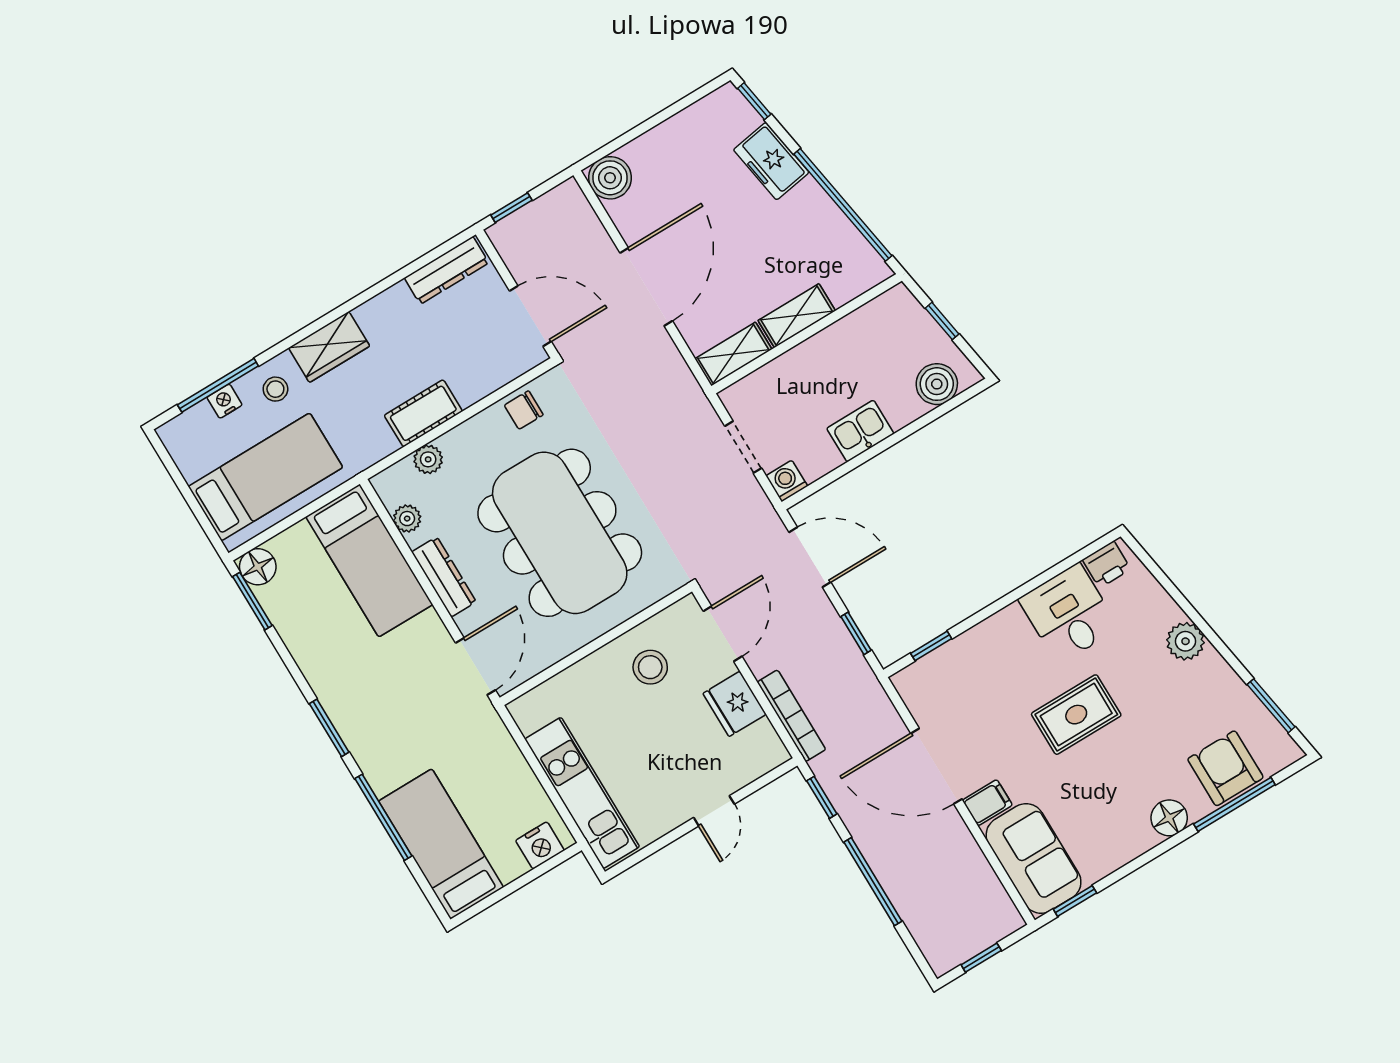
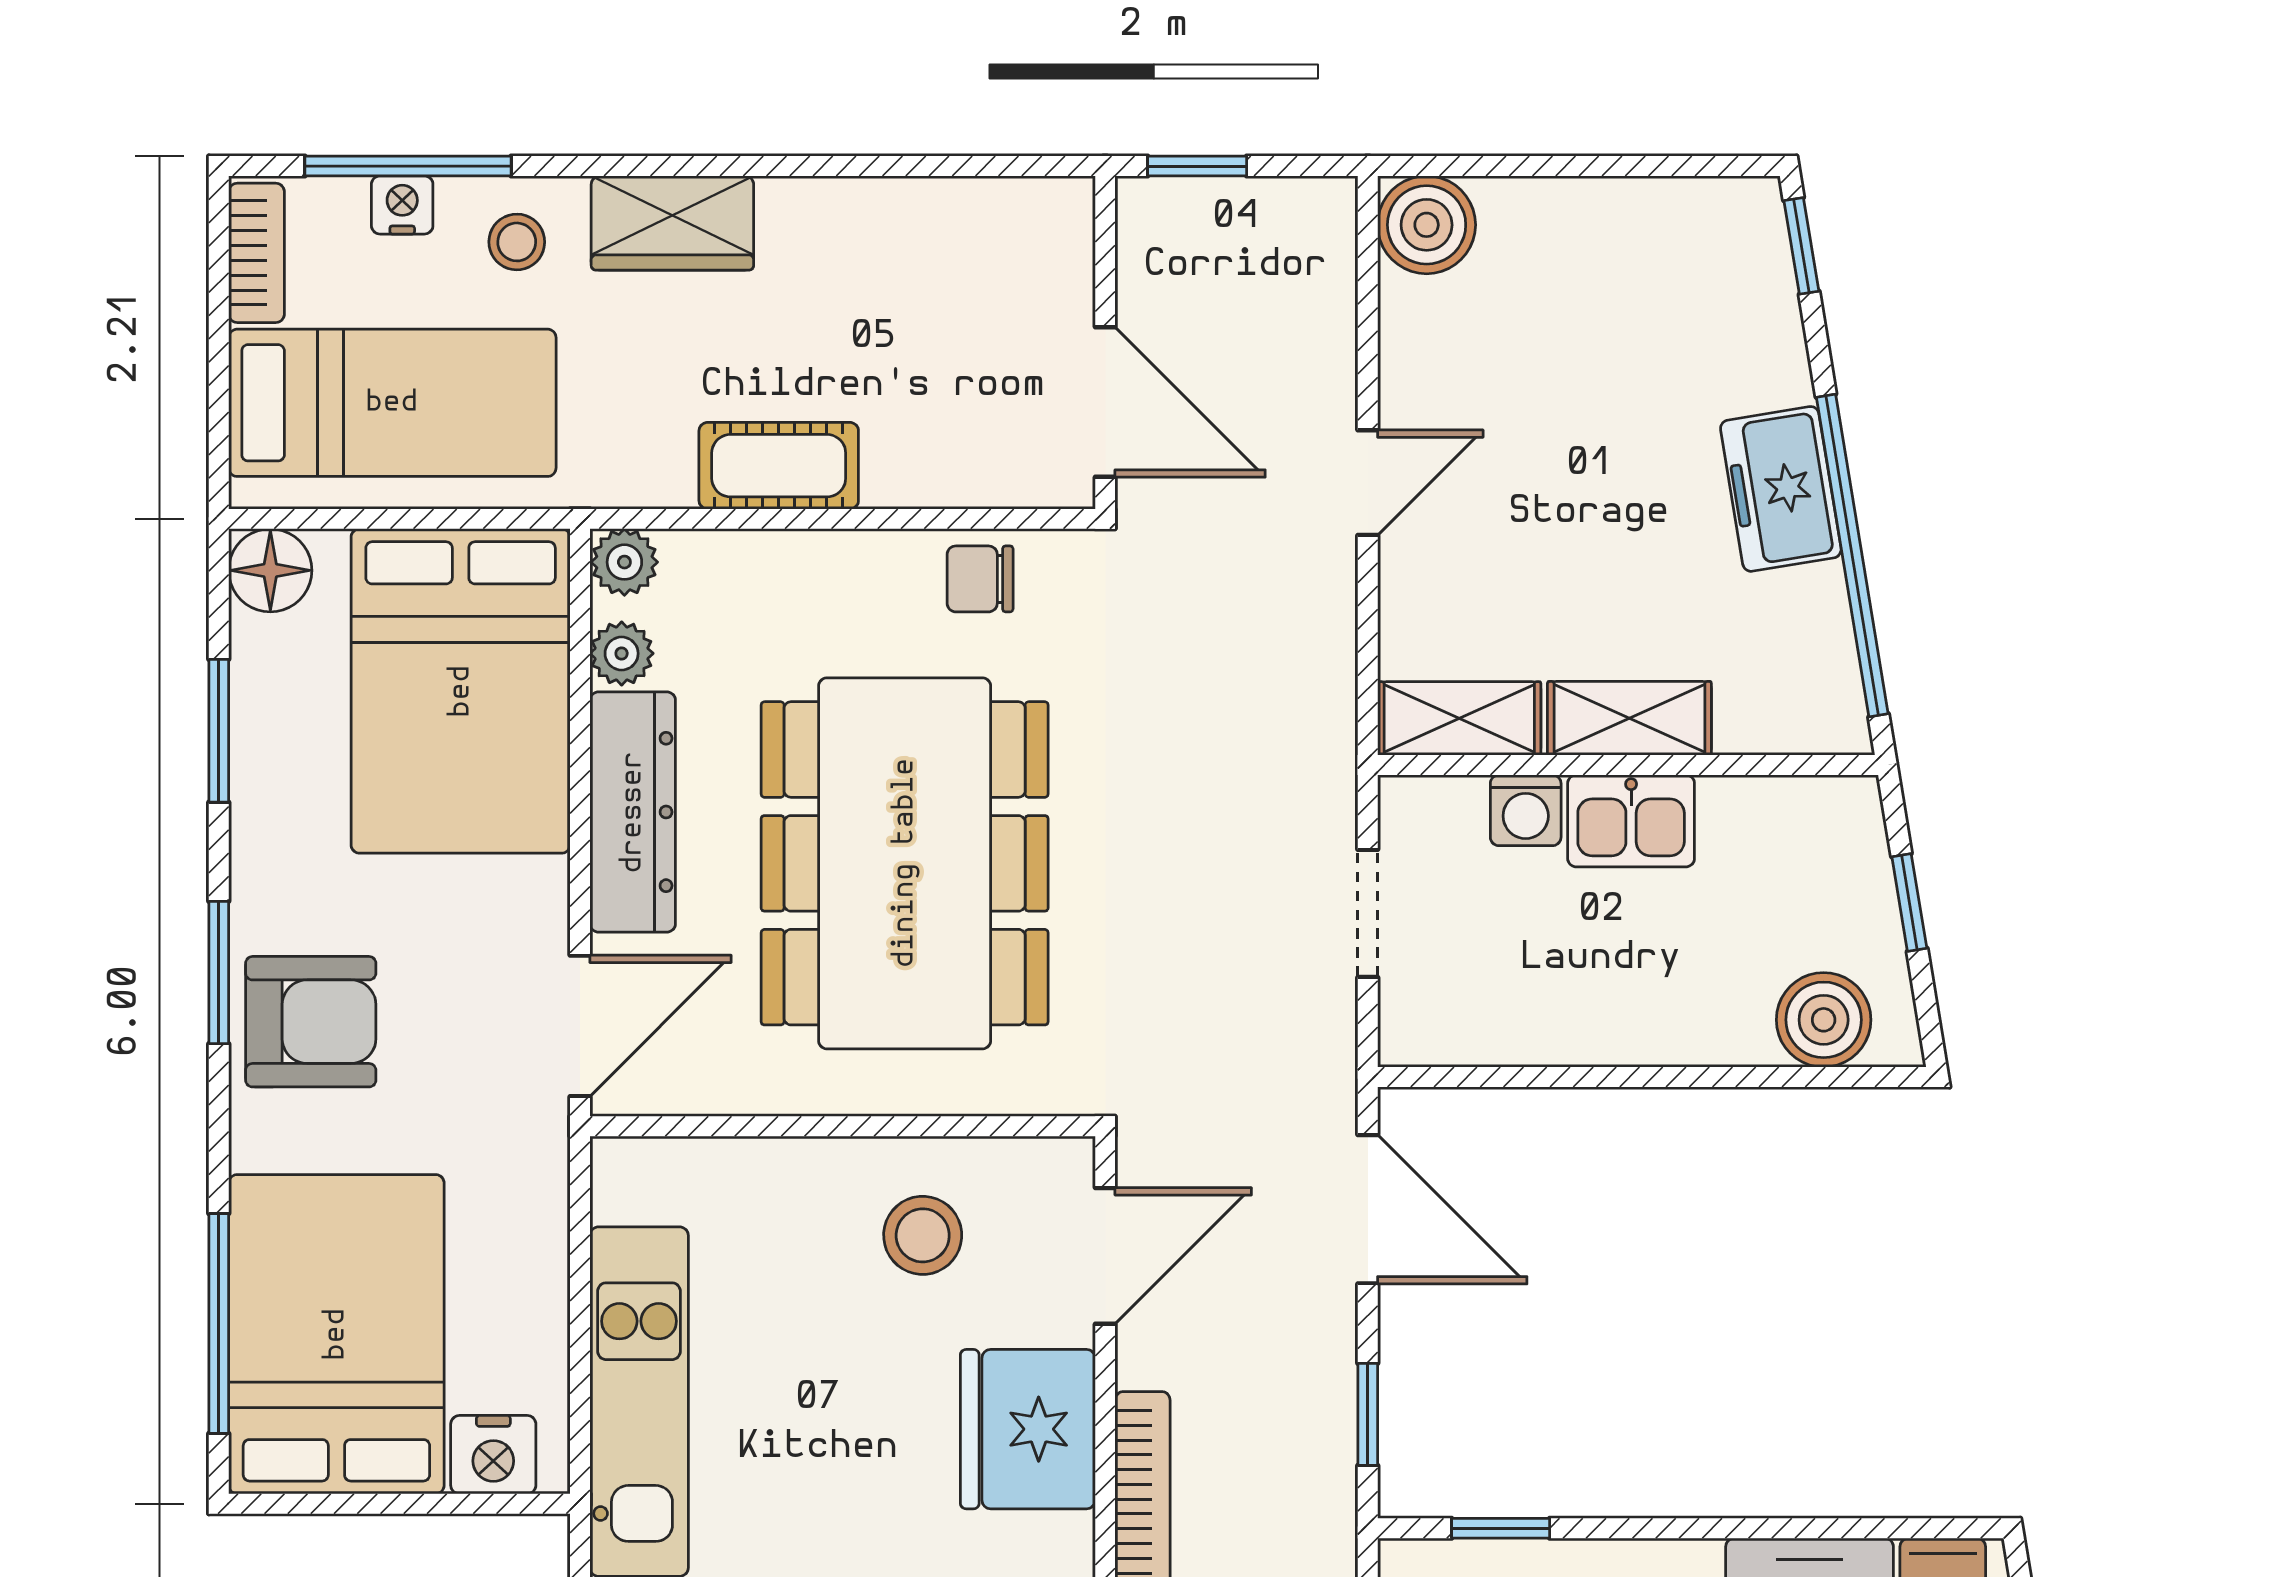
freezer: (771, 161) -> (1781, 489), moved
dresser: (447, 270) -> (995, 212), removed
door: (646, 287) -> (1368, 483), width x0.53
kitchen sink: (860, 431) -> (1631, 821), moved, turned 180
bookcase: (181, 452) -> (257, 253), added
plant: (428, 459) -> (624, 562), moved
washing machine: (787, 481) -> (1526, 810), moved, turned 180
bed: (369, 561) -> (461, 691), width x1.50
dresser: (444, 577) -> (633, 812), width x1.37, depth x1.24
window: (252, 601) -> (219, 731), moved
fridge: (735, 704) -> (1028, 1429), width x1.36, depth x1.34
armchair: (374, 726) -> (311, 1022), added
window: (383, 817) -> (219, 1324), moved
bed: (441, 844) -> (336, 1334), width x1.50

